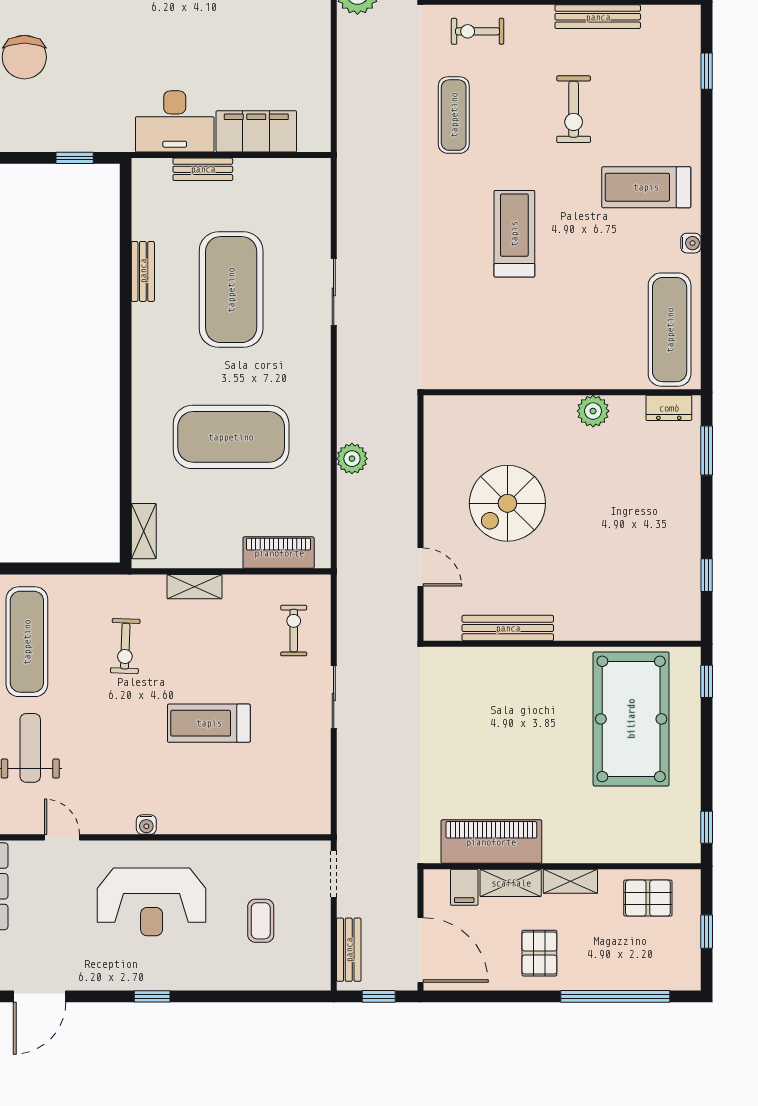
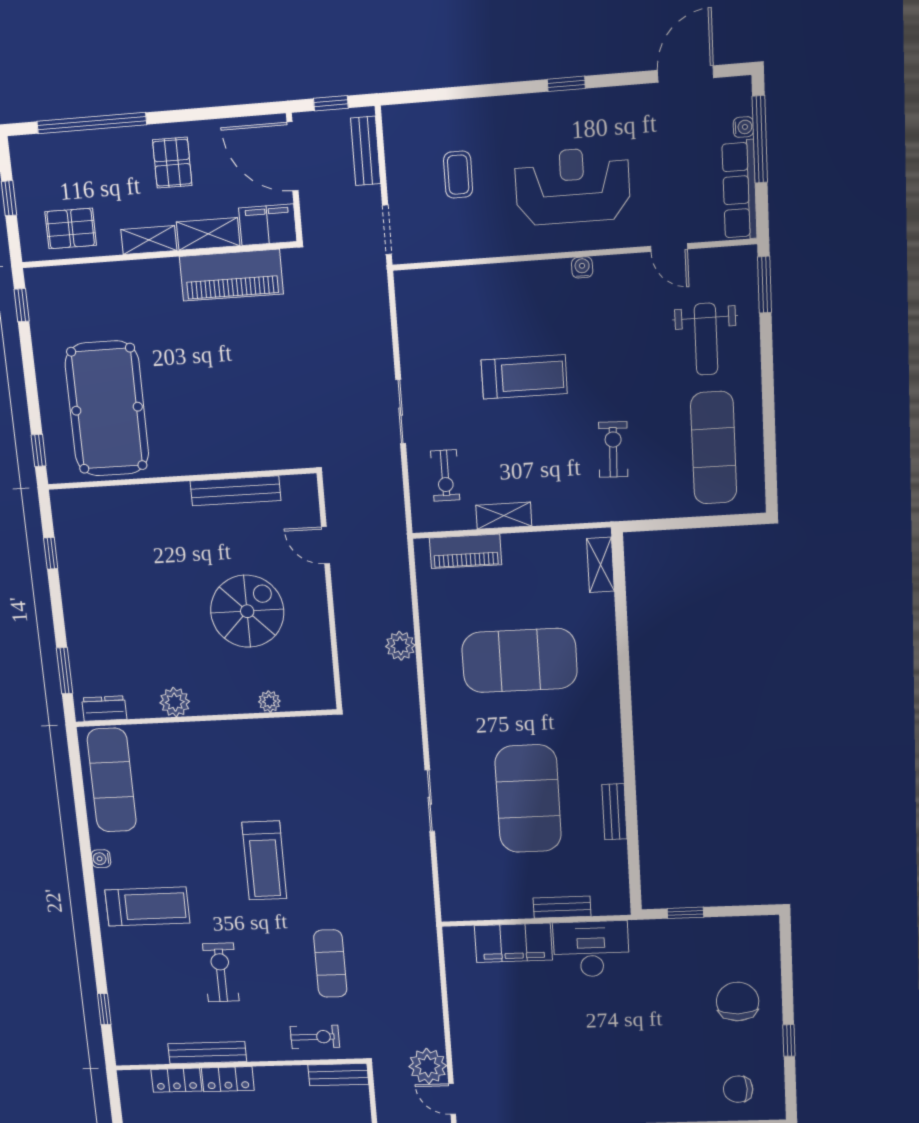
plant: (493, 407) -> (269, 701), added
shelving: (195, 587) -> (504, 516), moved
filing cabinet: (464, 887) -> (268, 225), width x2.00

